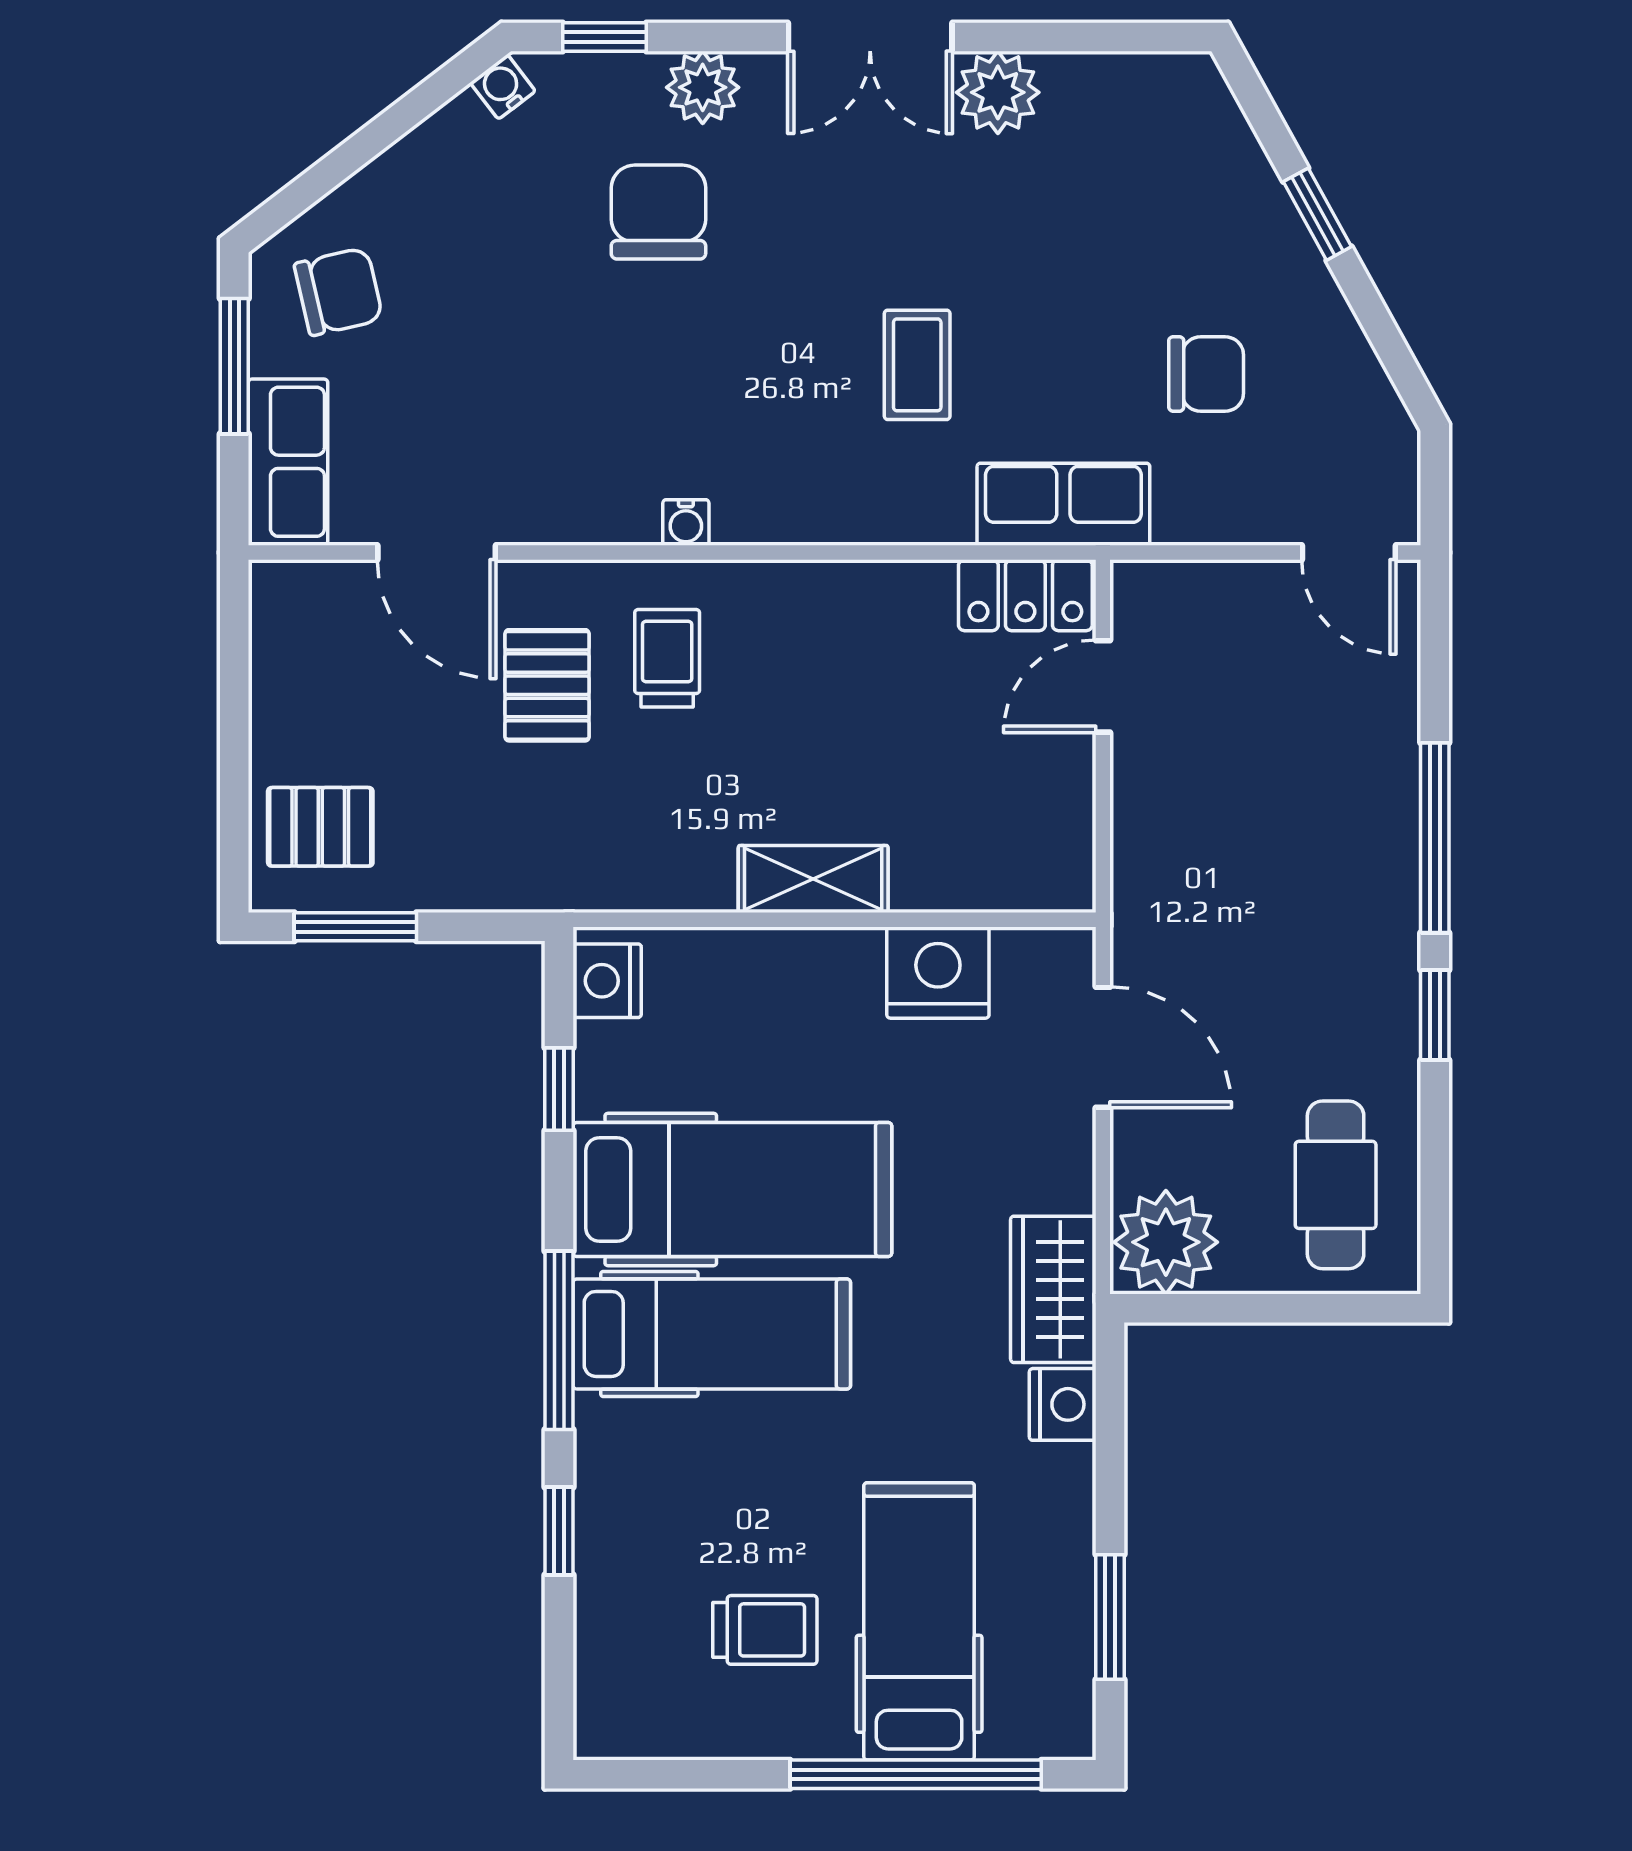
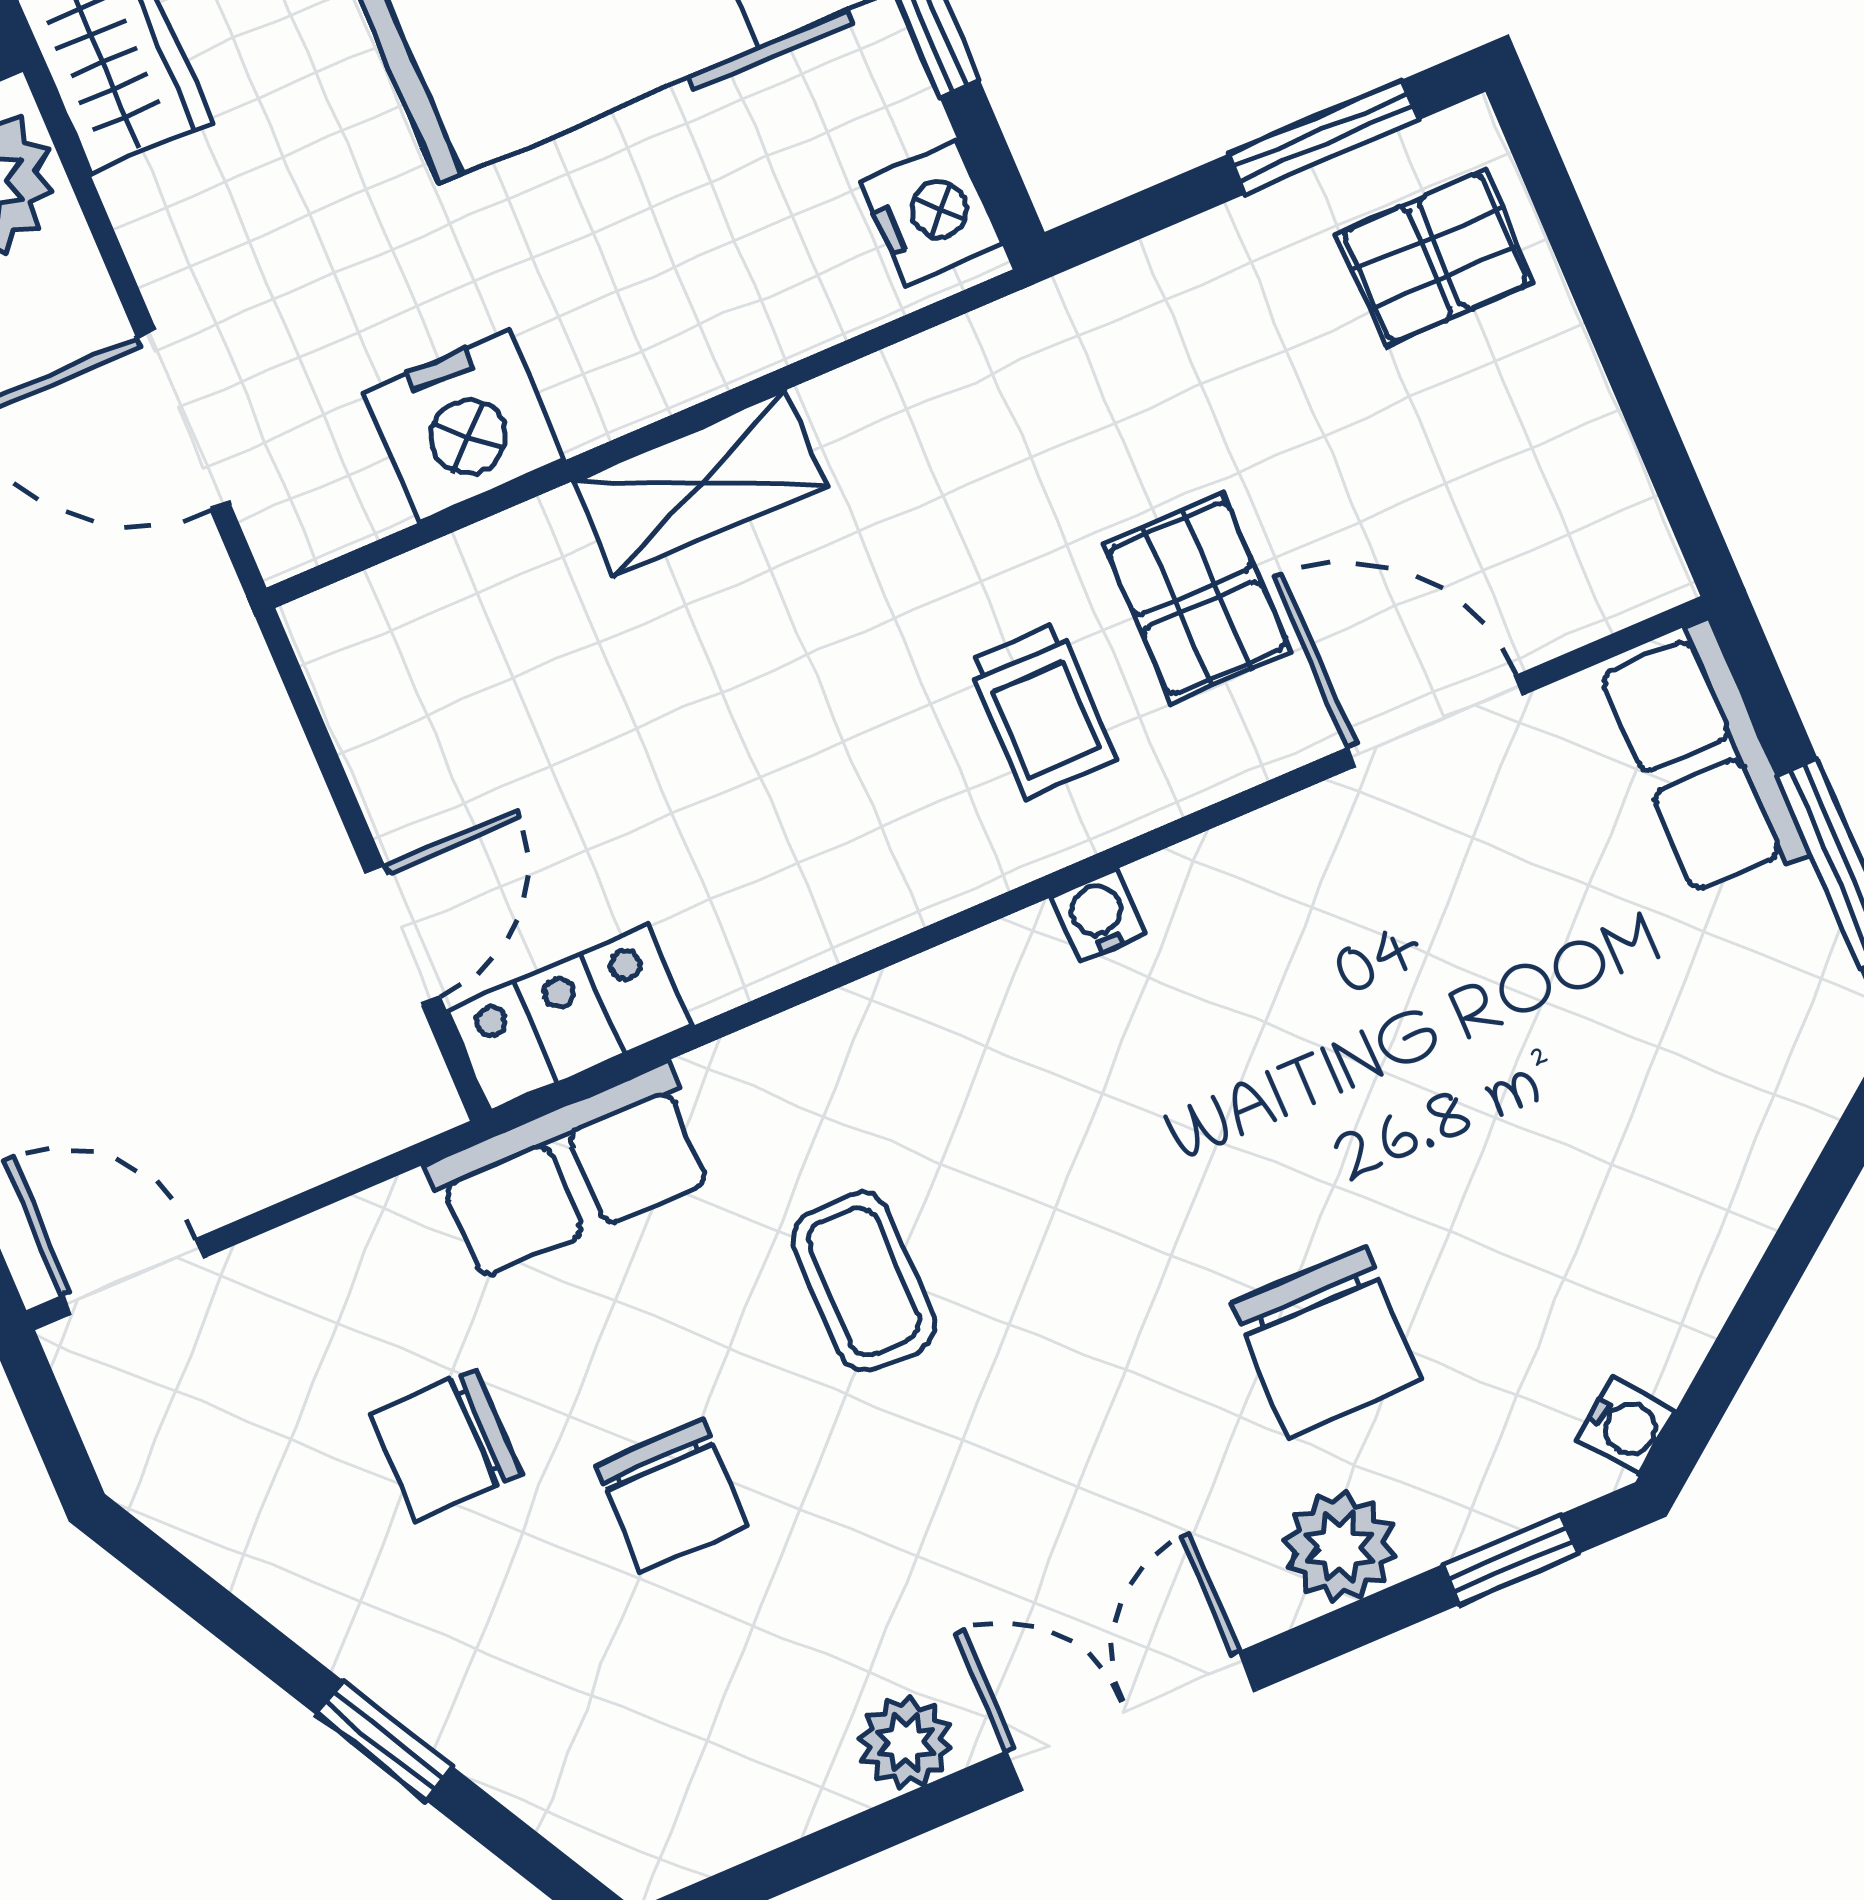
plant: (998, 92) -> (906, 1743), width x0.73, depth x0.73
chair: (339, 292) -> (671, 1496), moved, turned -77

